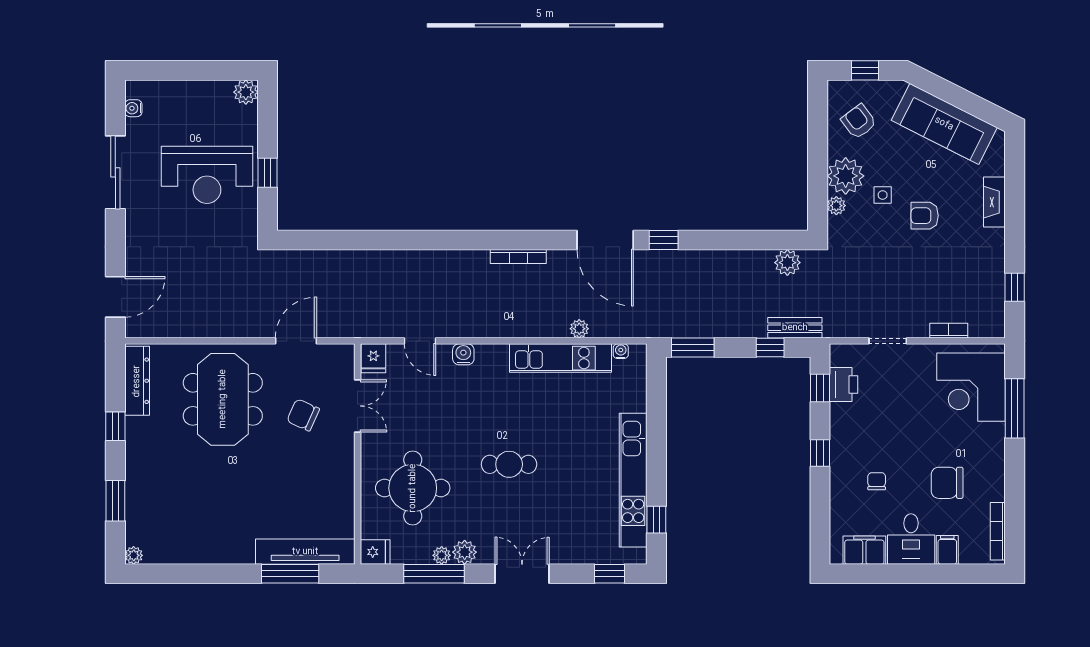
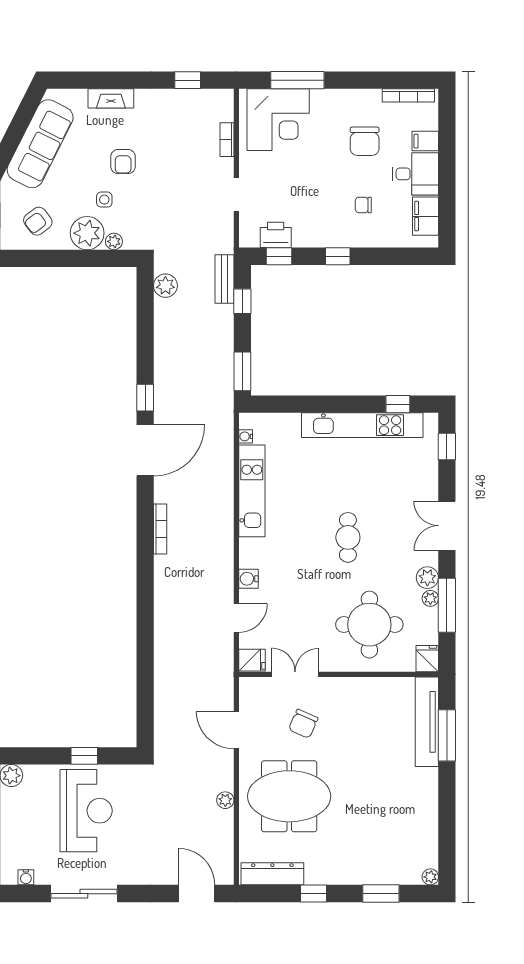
plant: (579, 329) -> (225, 800), moved

